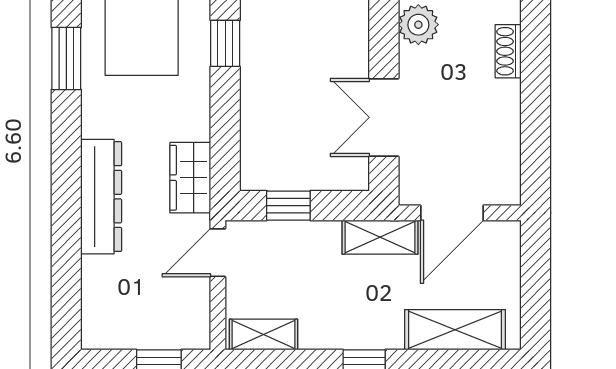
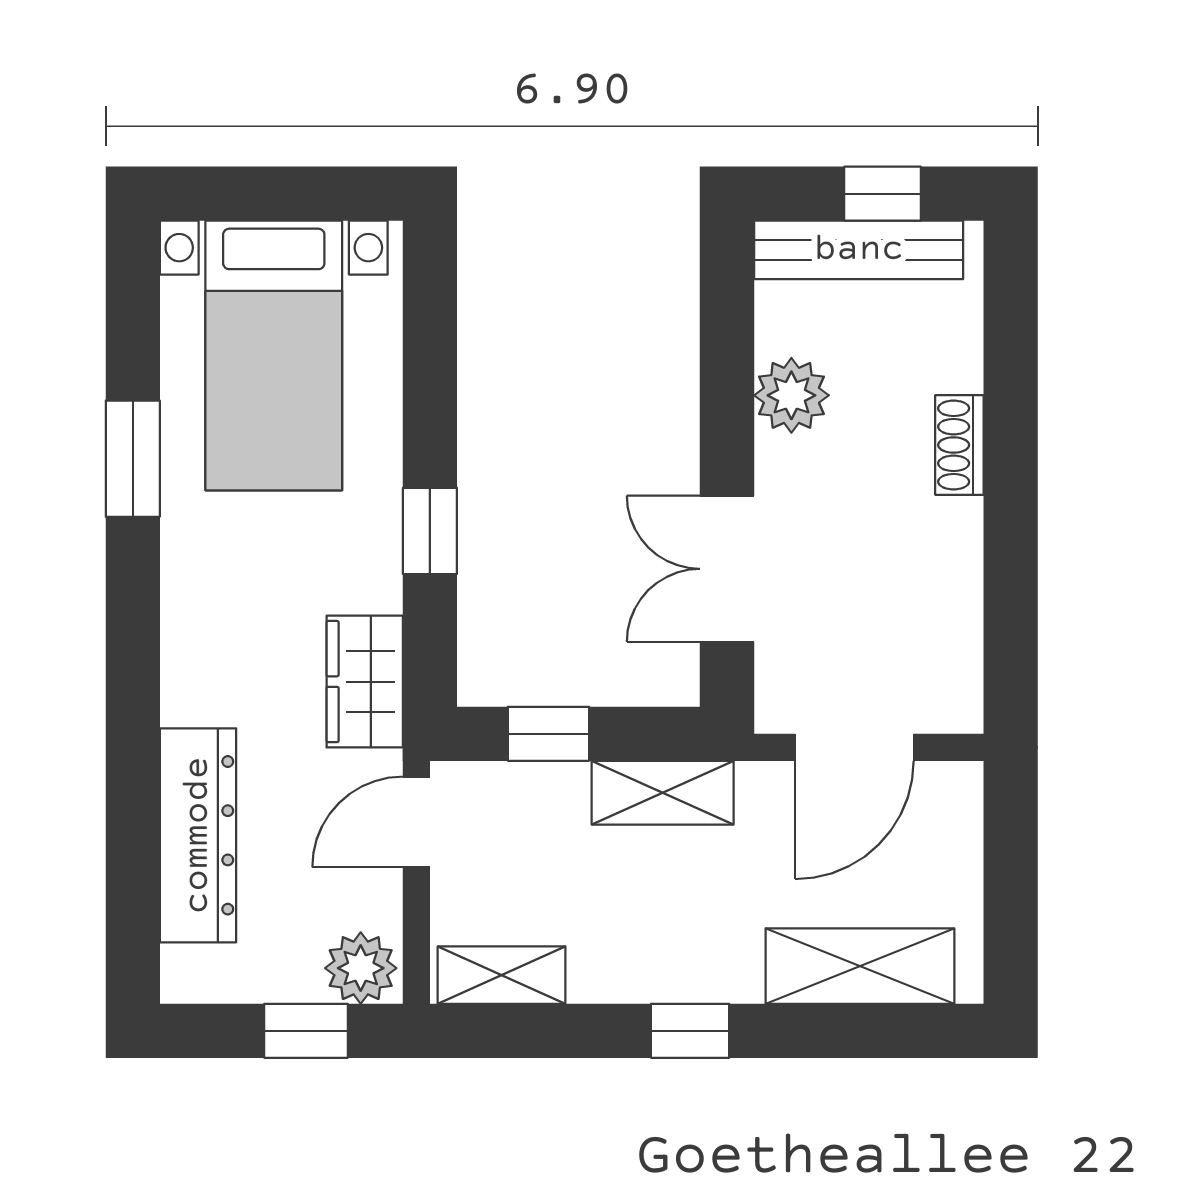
window: (225, 43) -> (430, 531), moved
dresser: (101, 197) -> (198, 835), moved
shelving: (380, 237) -> (663, 793), moved
plant: (188, 331) -> (361, 968), added

